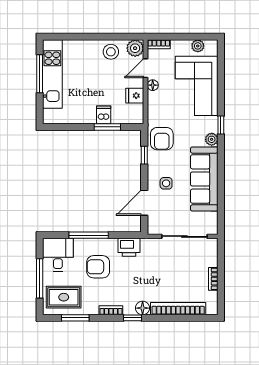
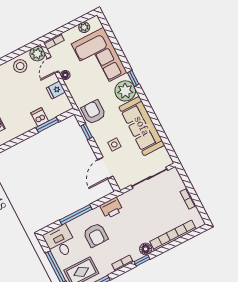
armchair: (162, 139) -> (93, 112), turned 180
plant: (212, 139) -> (125, 91), width x1.88, depth x1.88
armchair: (98, 267) -> (95, 235), turned -90

